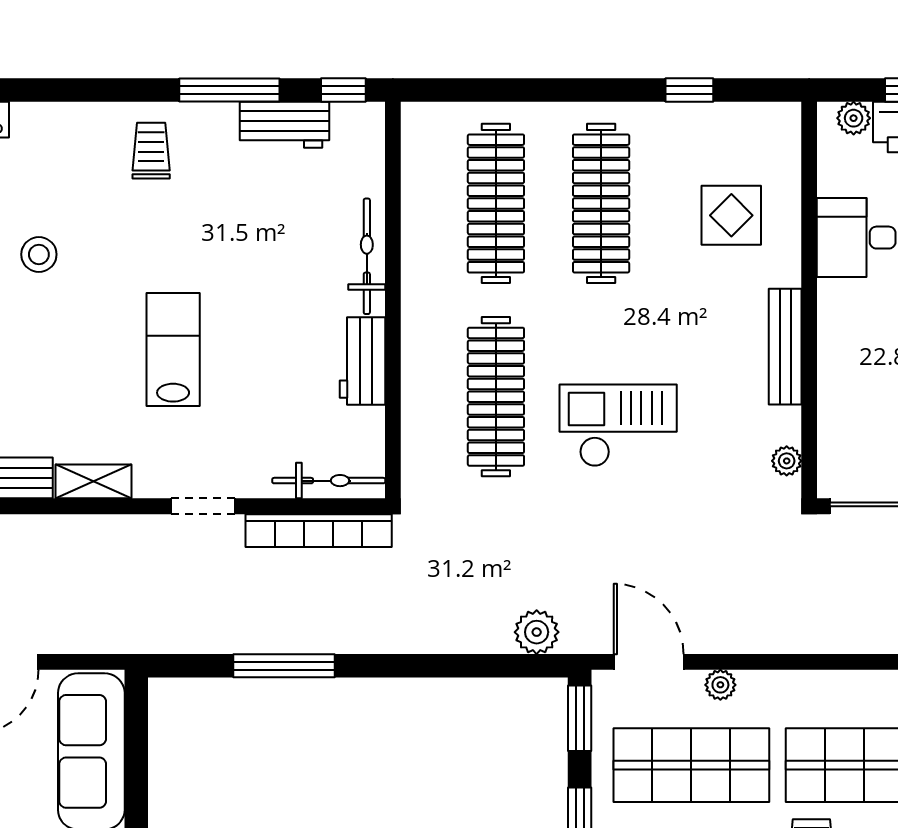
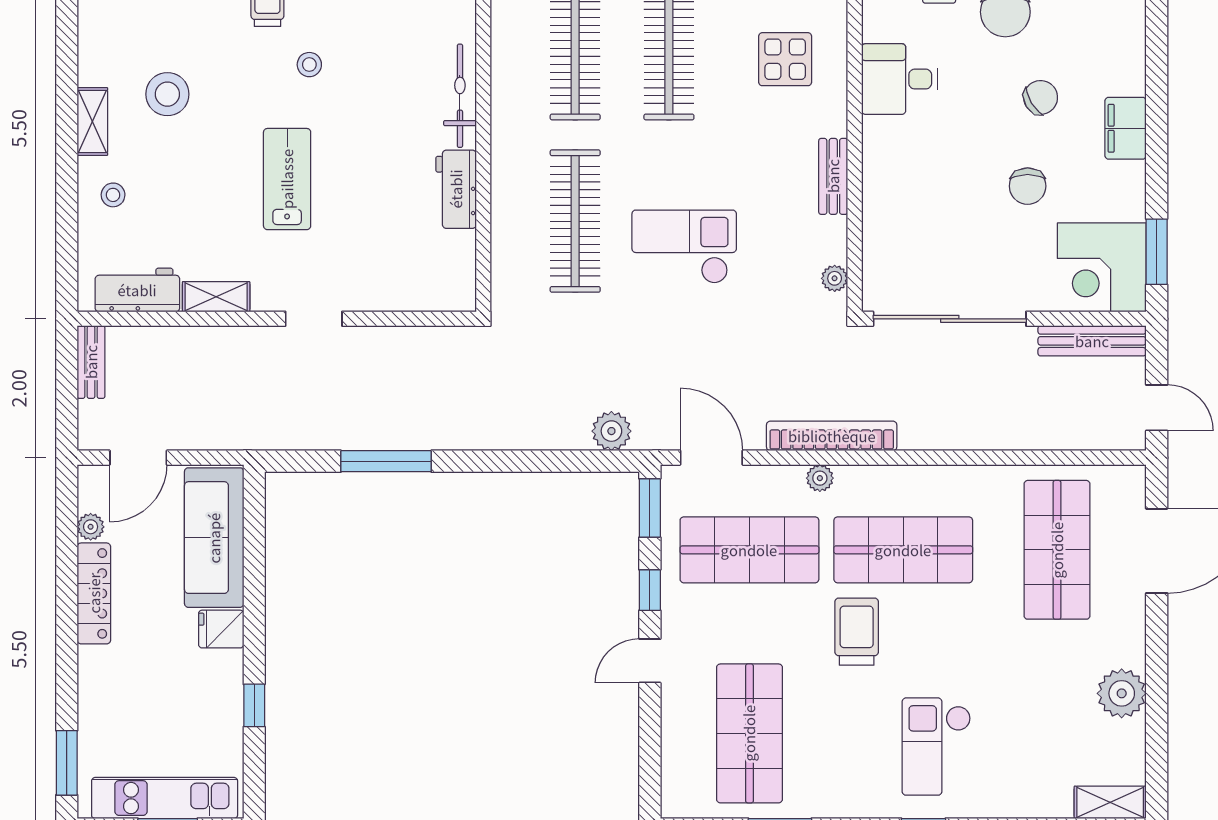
stool: (198, 221) -> (309, 65), added
stool: (39, 254) -> (167, 94), width x1.38, depth x1.38
bench: (785, 347) -> (833, 176), width x0.73
bicycle: (329, 481) -> (426, 296), removed
bookcase: (319, 531) -> (832, 436), moved, turned 180
plant: (720, 685) -> (820, 478), moved

